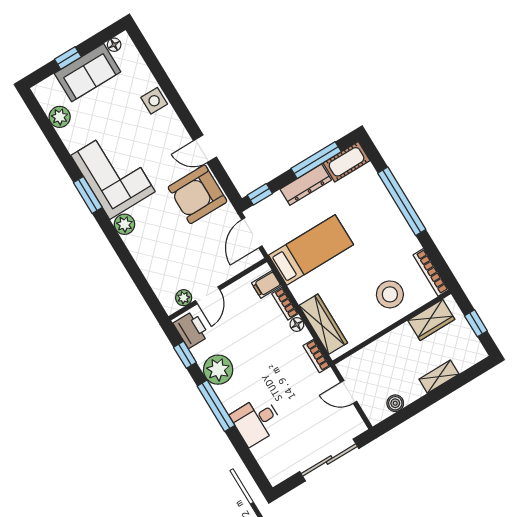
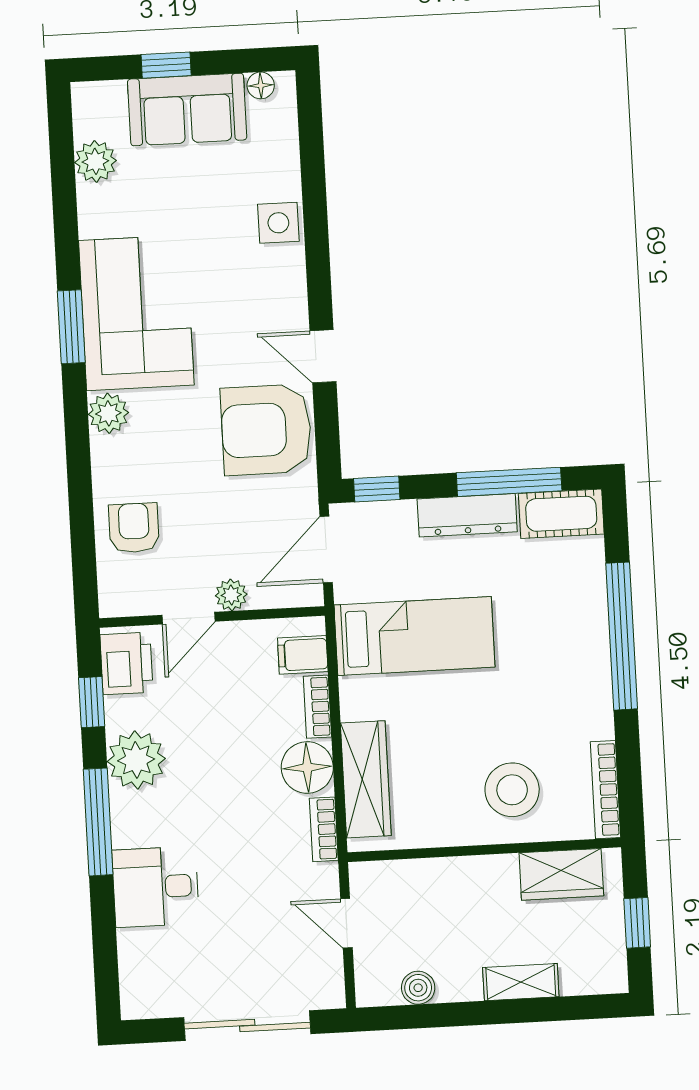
armchair: (163, 268) -> (134, 528), added
plant: (184, 298) -> (231, 595), moved
floor lamp: (297, 324) -> (307, 768), width x1.89, depth x1.89

